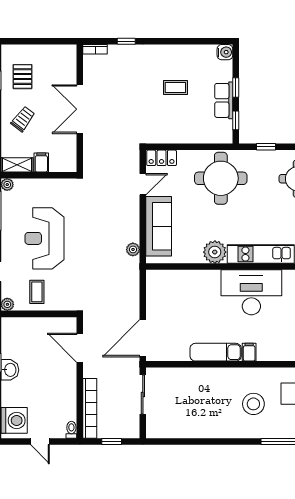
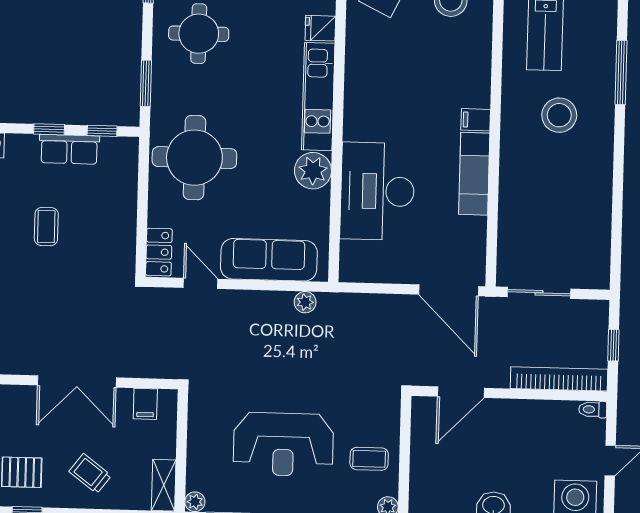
window: (266, 147) -> (146, 83), width x1.50
filing cabinet: (41, 162) -> (145, 404), moved, turned -90
desk: (251, 292) -> (377, 191), moved

